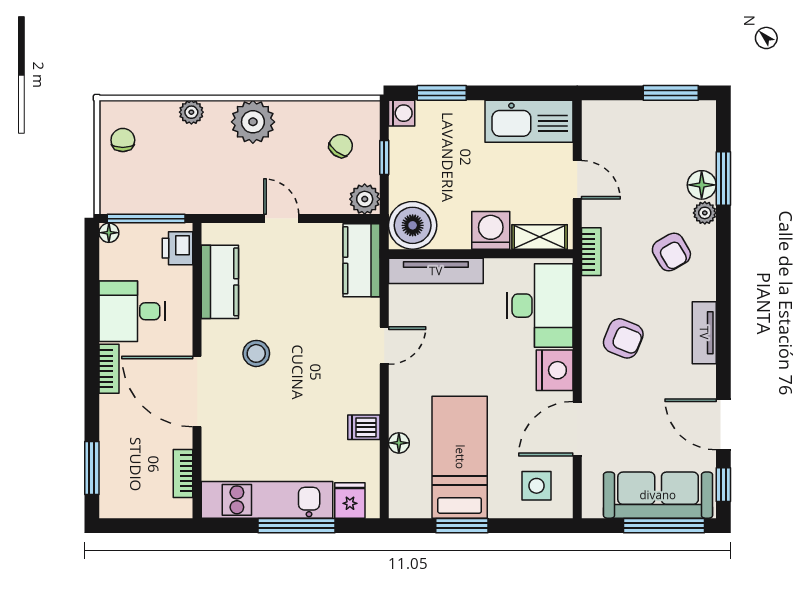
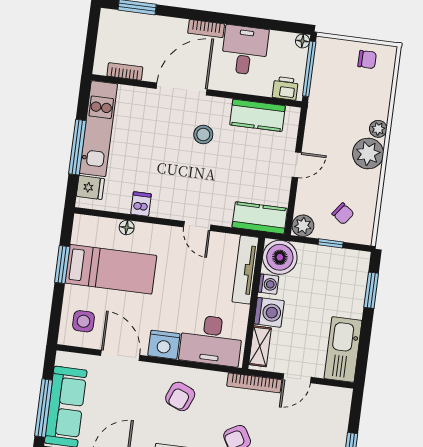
plant: (191, 112) -> (378, 129), moved
washing machine: (402, 113) -> (268, 284), moved, turned -90
bookcase: (591, 252) -> (254, 383), width x1.56

